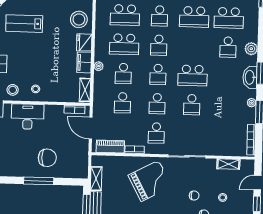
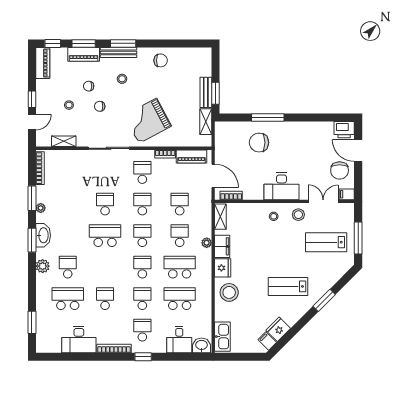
school desk: (194, 17) -> (105, 299), width x0.54
lab bench: (24, 24) -> (288, 286), turned 180

